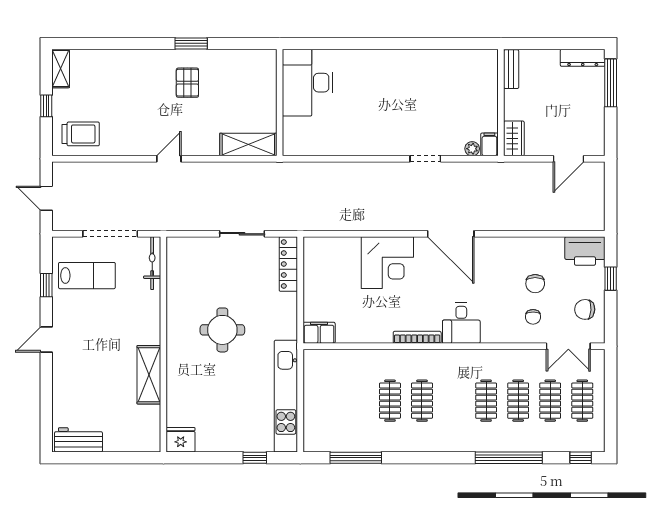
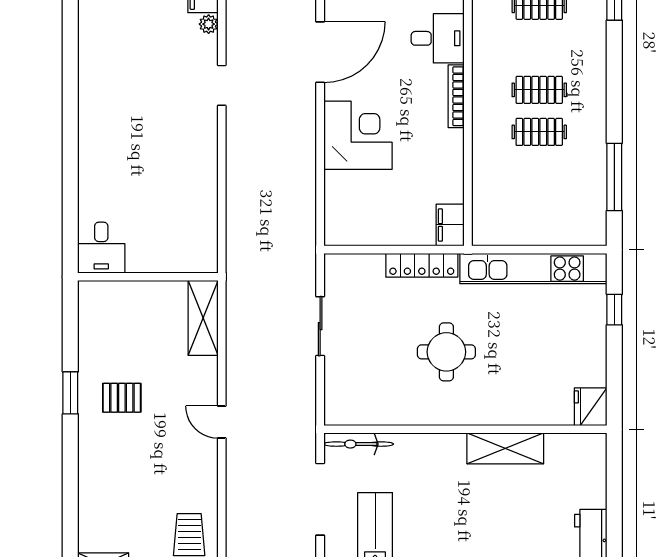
desk: (308, 83) -> (101, 248), width x0.53, depth x0.77
locker: (288, 264) -> (422, 265), moved

